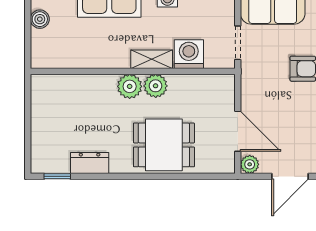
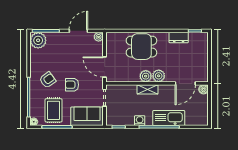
boiler: (40, 19) -> (204, 89), moved
washing machine: (189, 54) -> (129, 92), removed
door: (76, 71) -> (185, 83), added
door: (238, 131) -> (105, 67), moved

